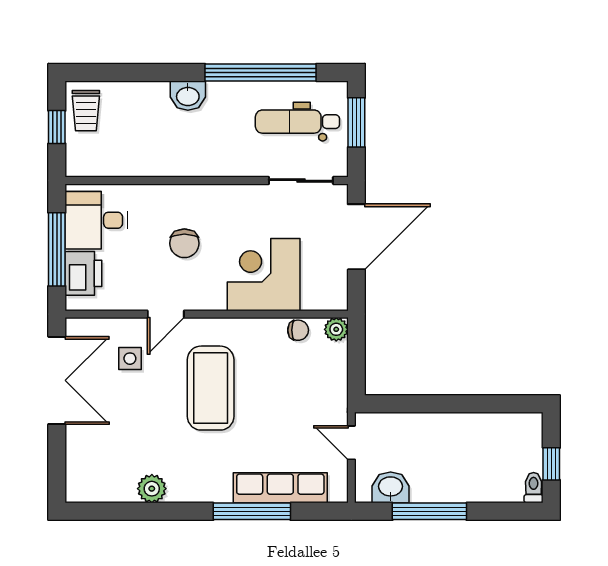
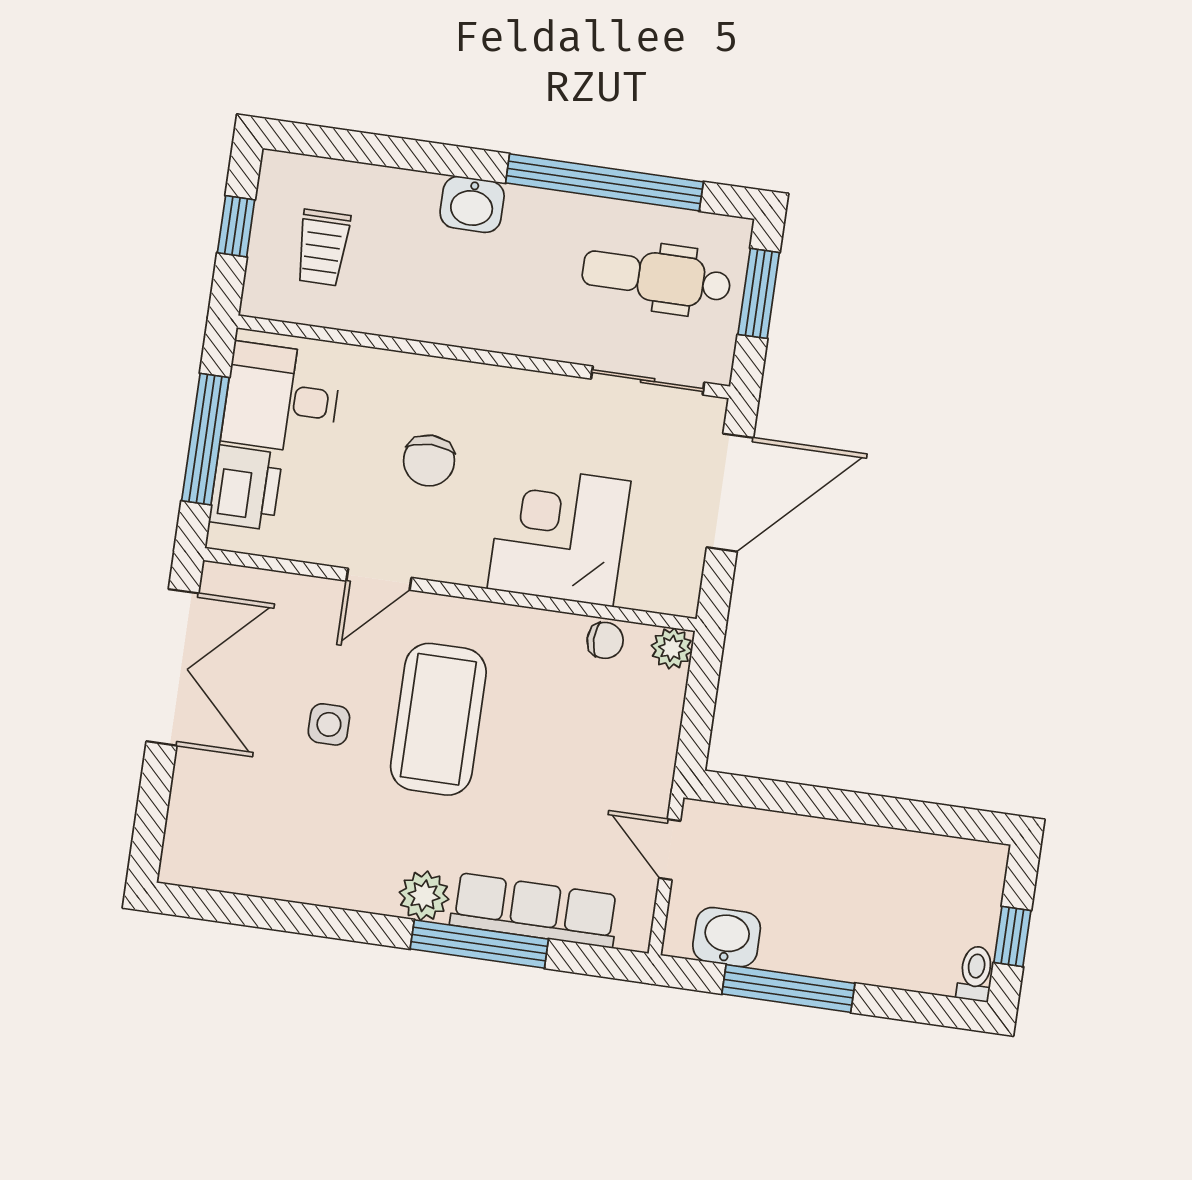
trolley: (86, 111) -> (323, 248), moved
side table: (130, 359) -> (329, 724), moved
plant: (152, 489) -> (424, 896), moved

